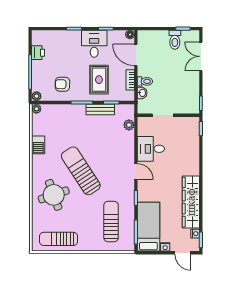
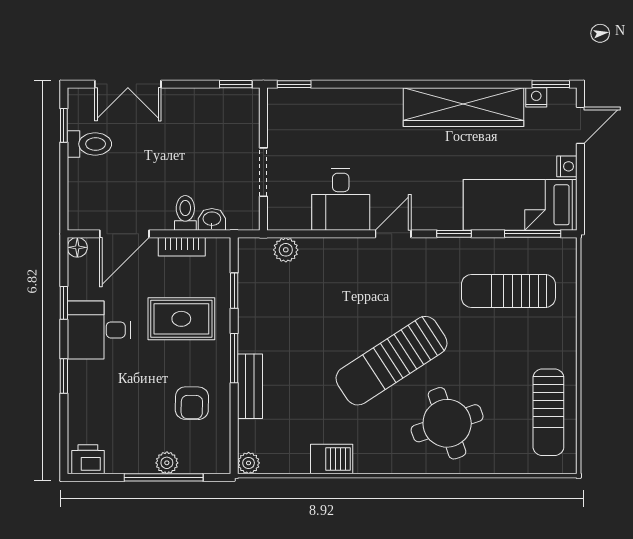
printer: (38, 53) -> (88, 459), moved
plant: (37, 96) -> (167, 463), moved
bench: (100, 109) -> (250, 386), moved

